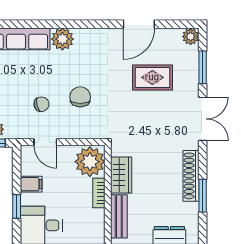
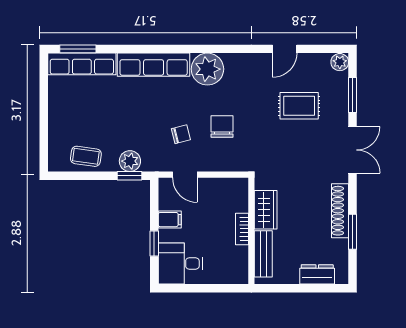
door: (139, 24) -> (285, 49), width x0.73
plant: (62, 39) -> (207, 69), width x1.36, depth x1.36
plant: (90, 162) -> (232, 196), removed

